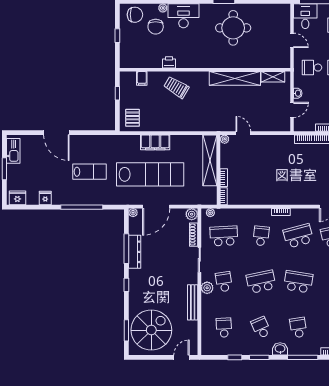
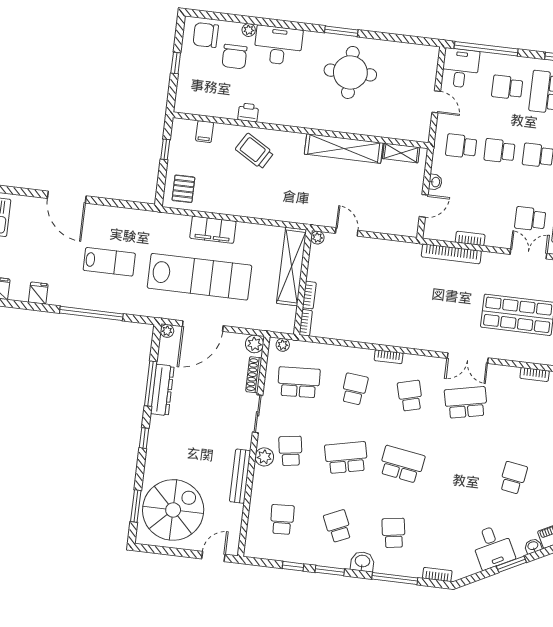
chair: (135, 15) -> (206, 35), turned 180
school desk: (298, 236) -> (410, 396), width x0.54

